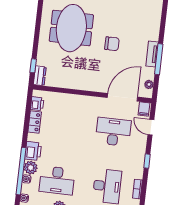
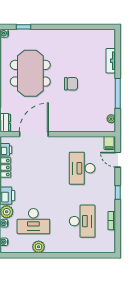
tv unit: (152, 54) -> (111, 61), moved
door: (122, 97) -> (34, 134), moved
desk: (113, 132) -> (82, 168), turned -90

